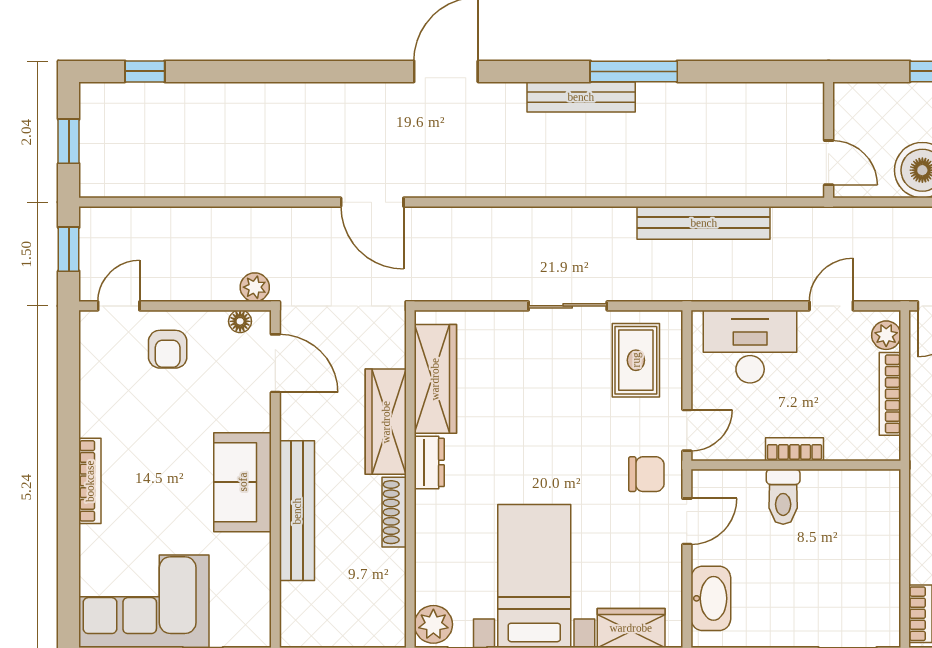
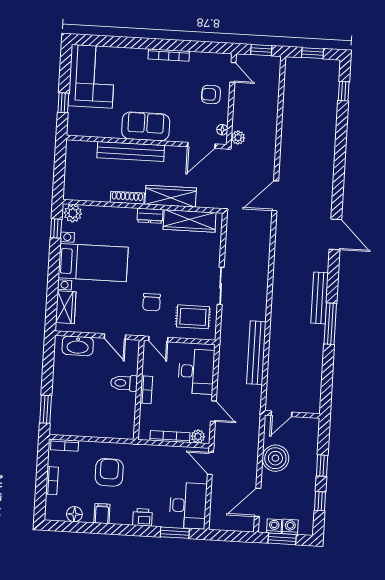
chair: (646, 474) -> (152, 302), moved
bookcase: (90, 481) -> (169, 55), moved

